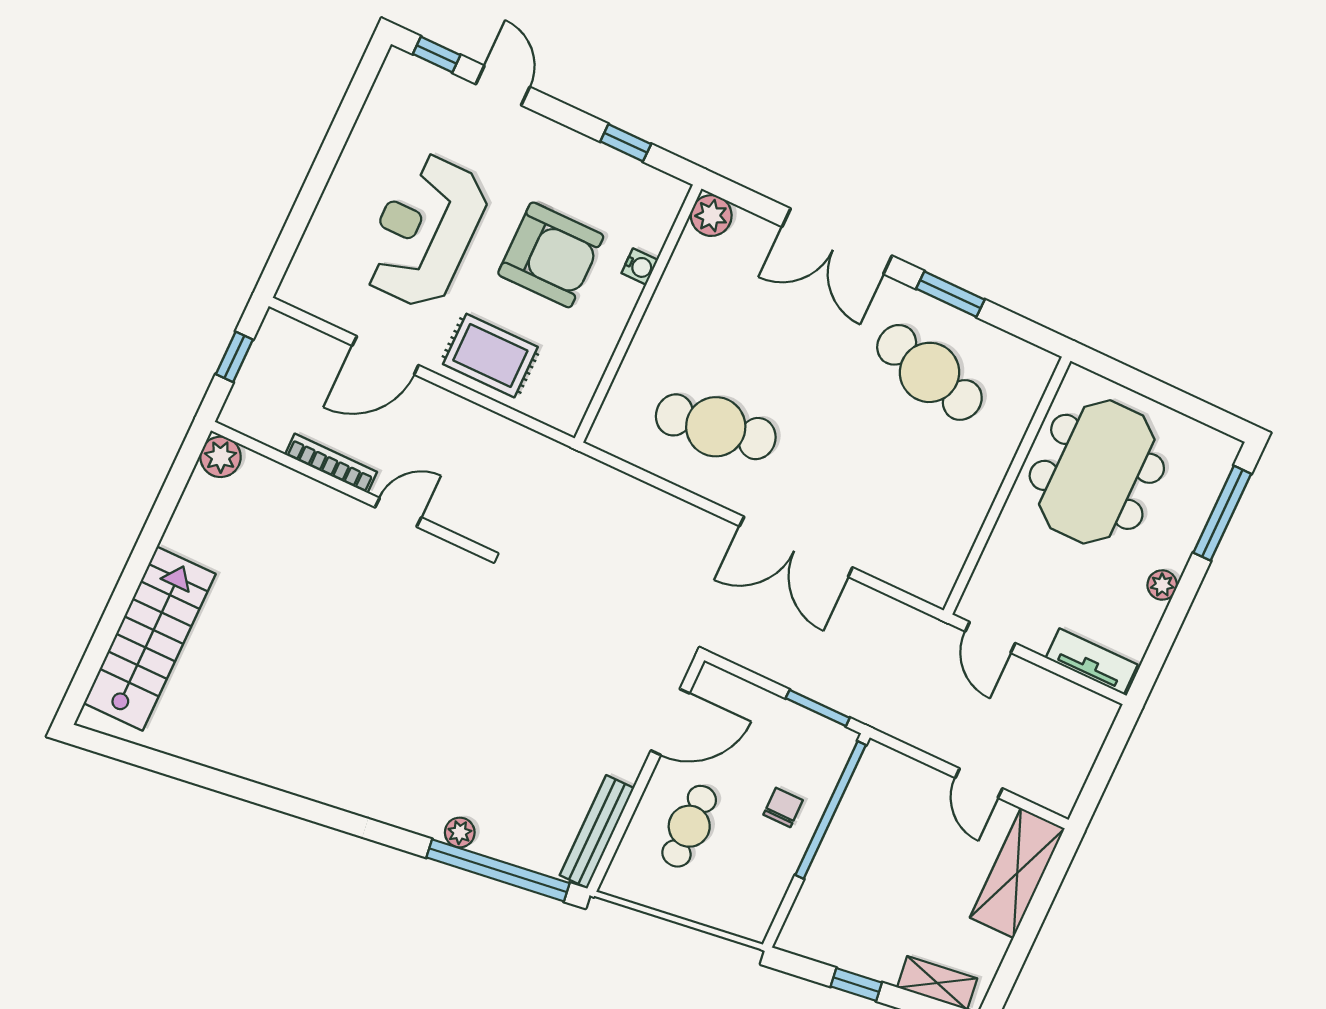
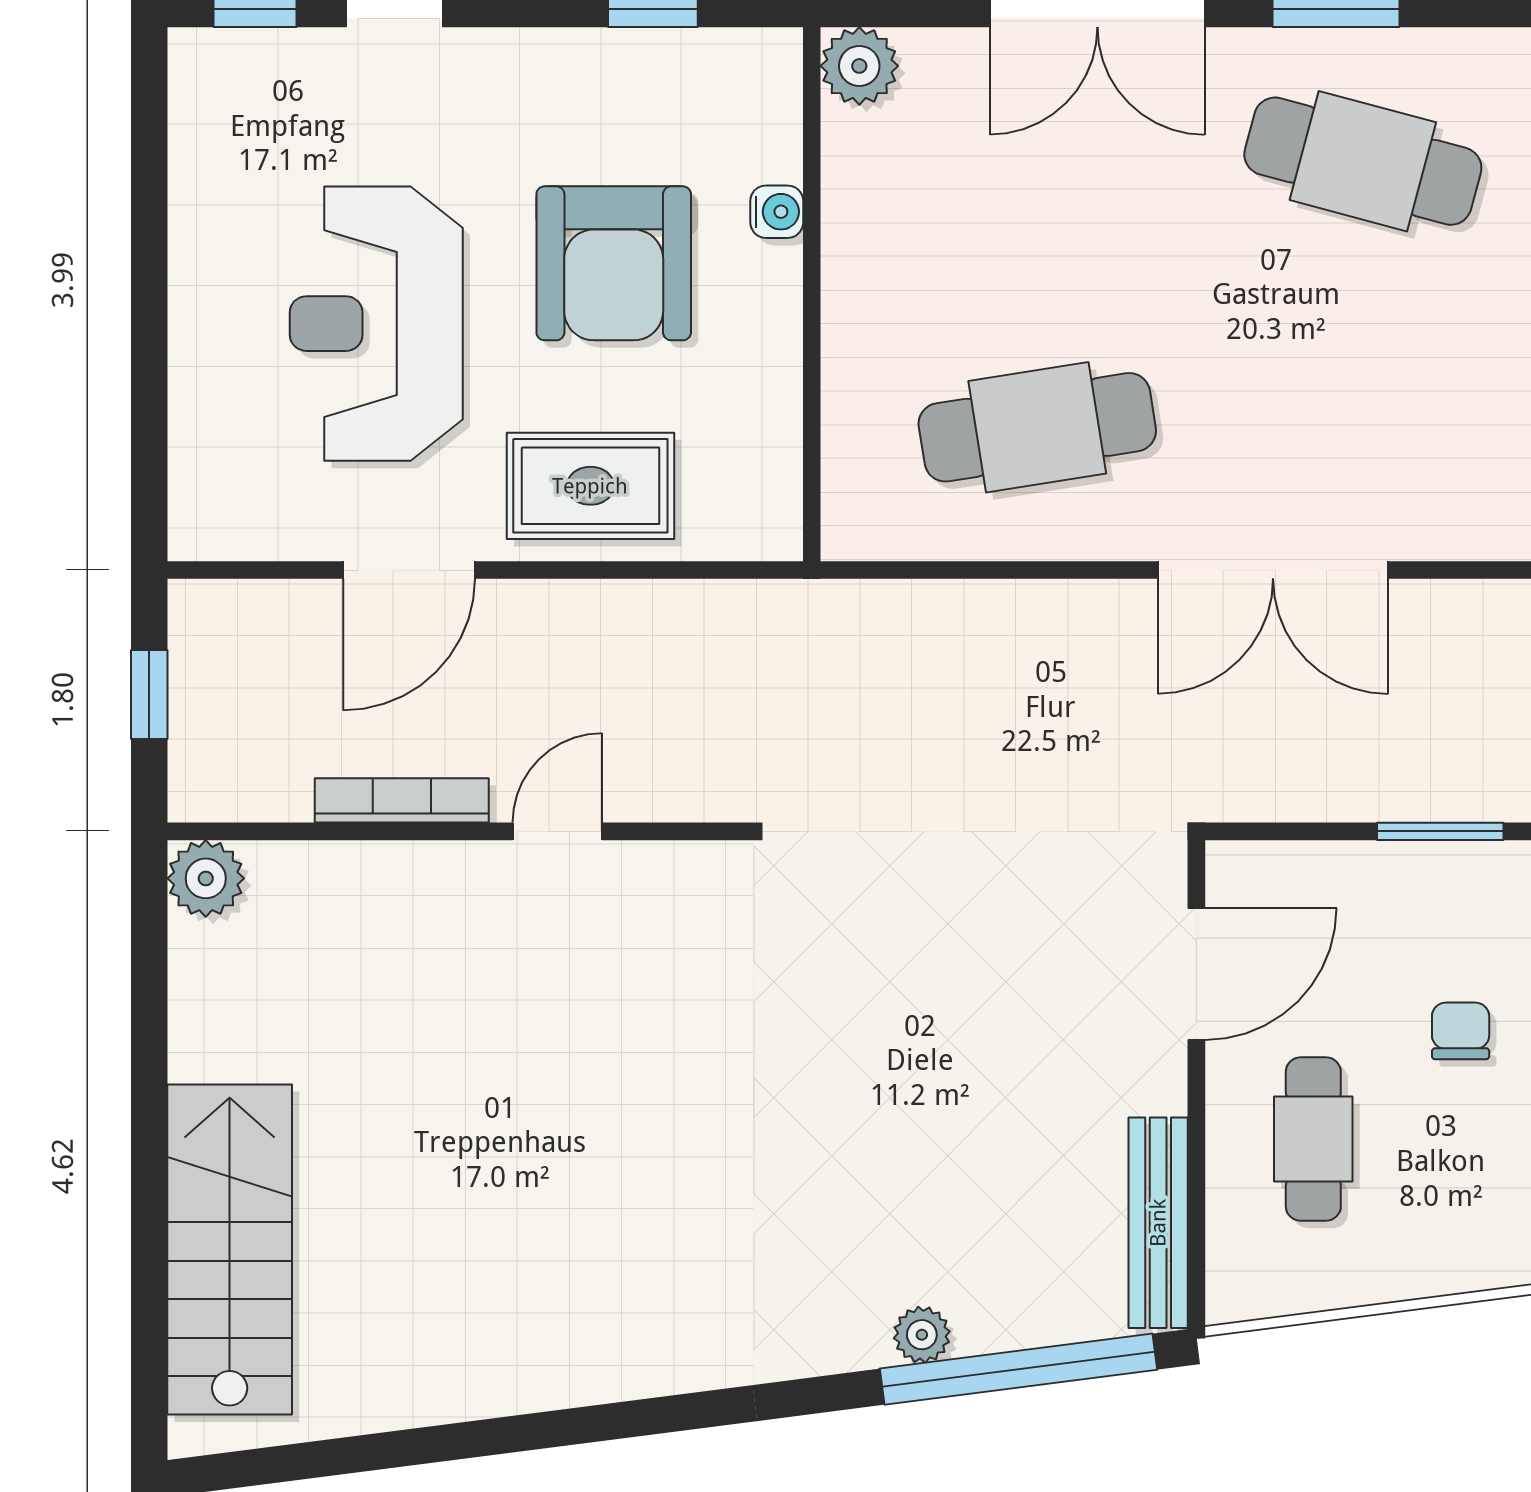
armchair: (551, 255) -> (614, 263), turned 90

